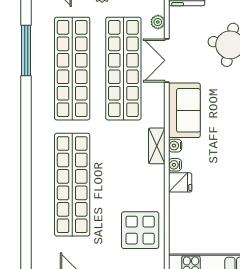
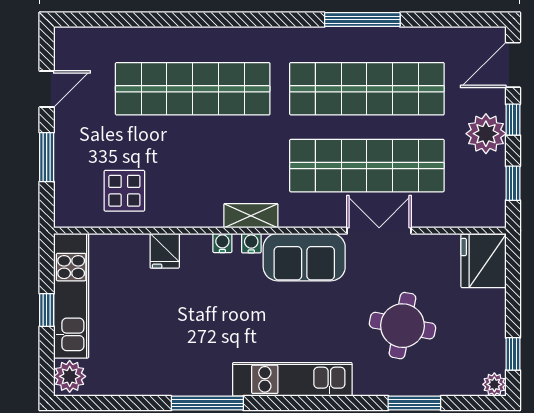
plant: (158, 22) -> (437, 217), removed
window: (26, 51) -> (362, 20), moved
fridge: (180, 182) -> (165, 251), moved
display table: (140, 230) -> (124, 191), width x0.73, depth x0.73

